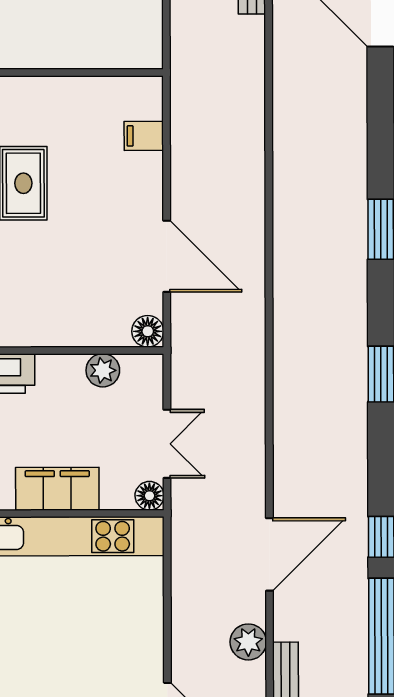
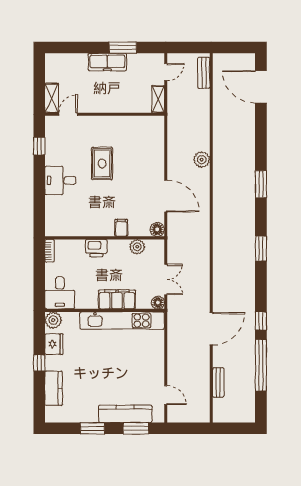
shelving: (149, 38) -> (158, 99), added
filing cabinet: (144, 136) -> (121, 228), moved, turned 90
plant: (248, 642) -> (202, 160), moved

